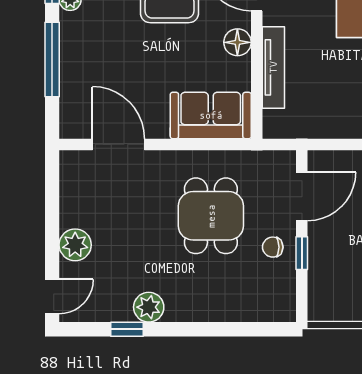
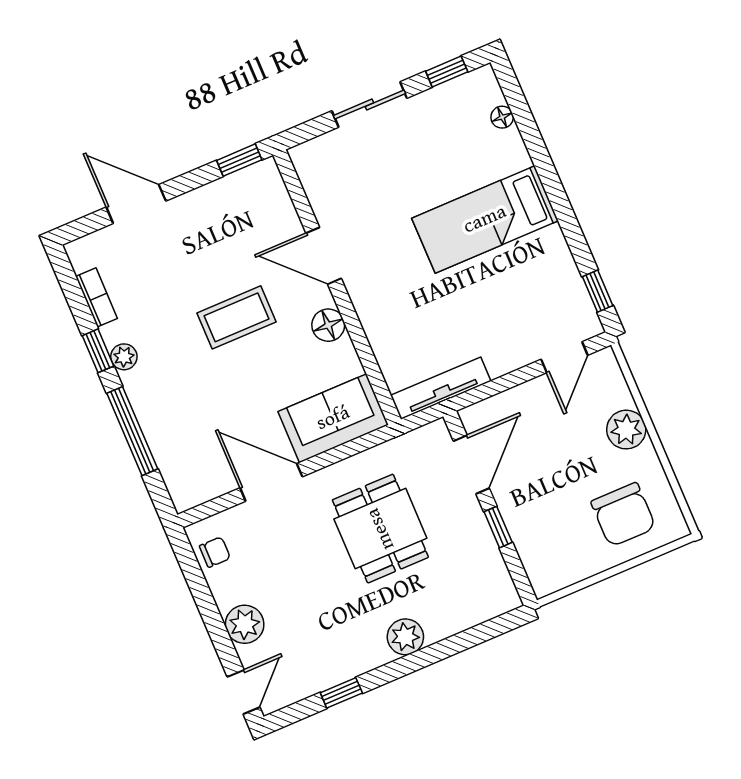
tv unit: (273, 67) -> (441, 388), moved, turned -90
door: (119, 144) -> (271, 482), moved
chair: (273, 247) -> (215, 552), moved, turned 180
plant: (149, 307) -> (405, 637), moved

